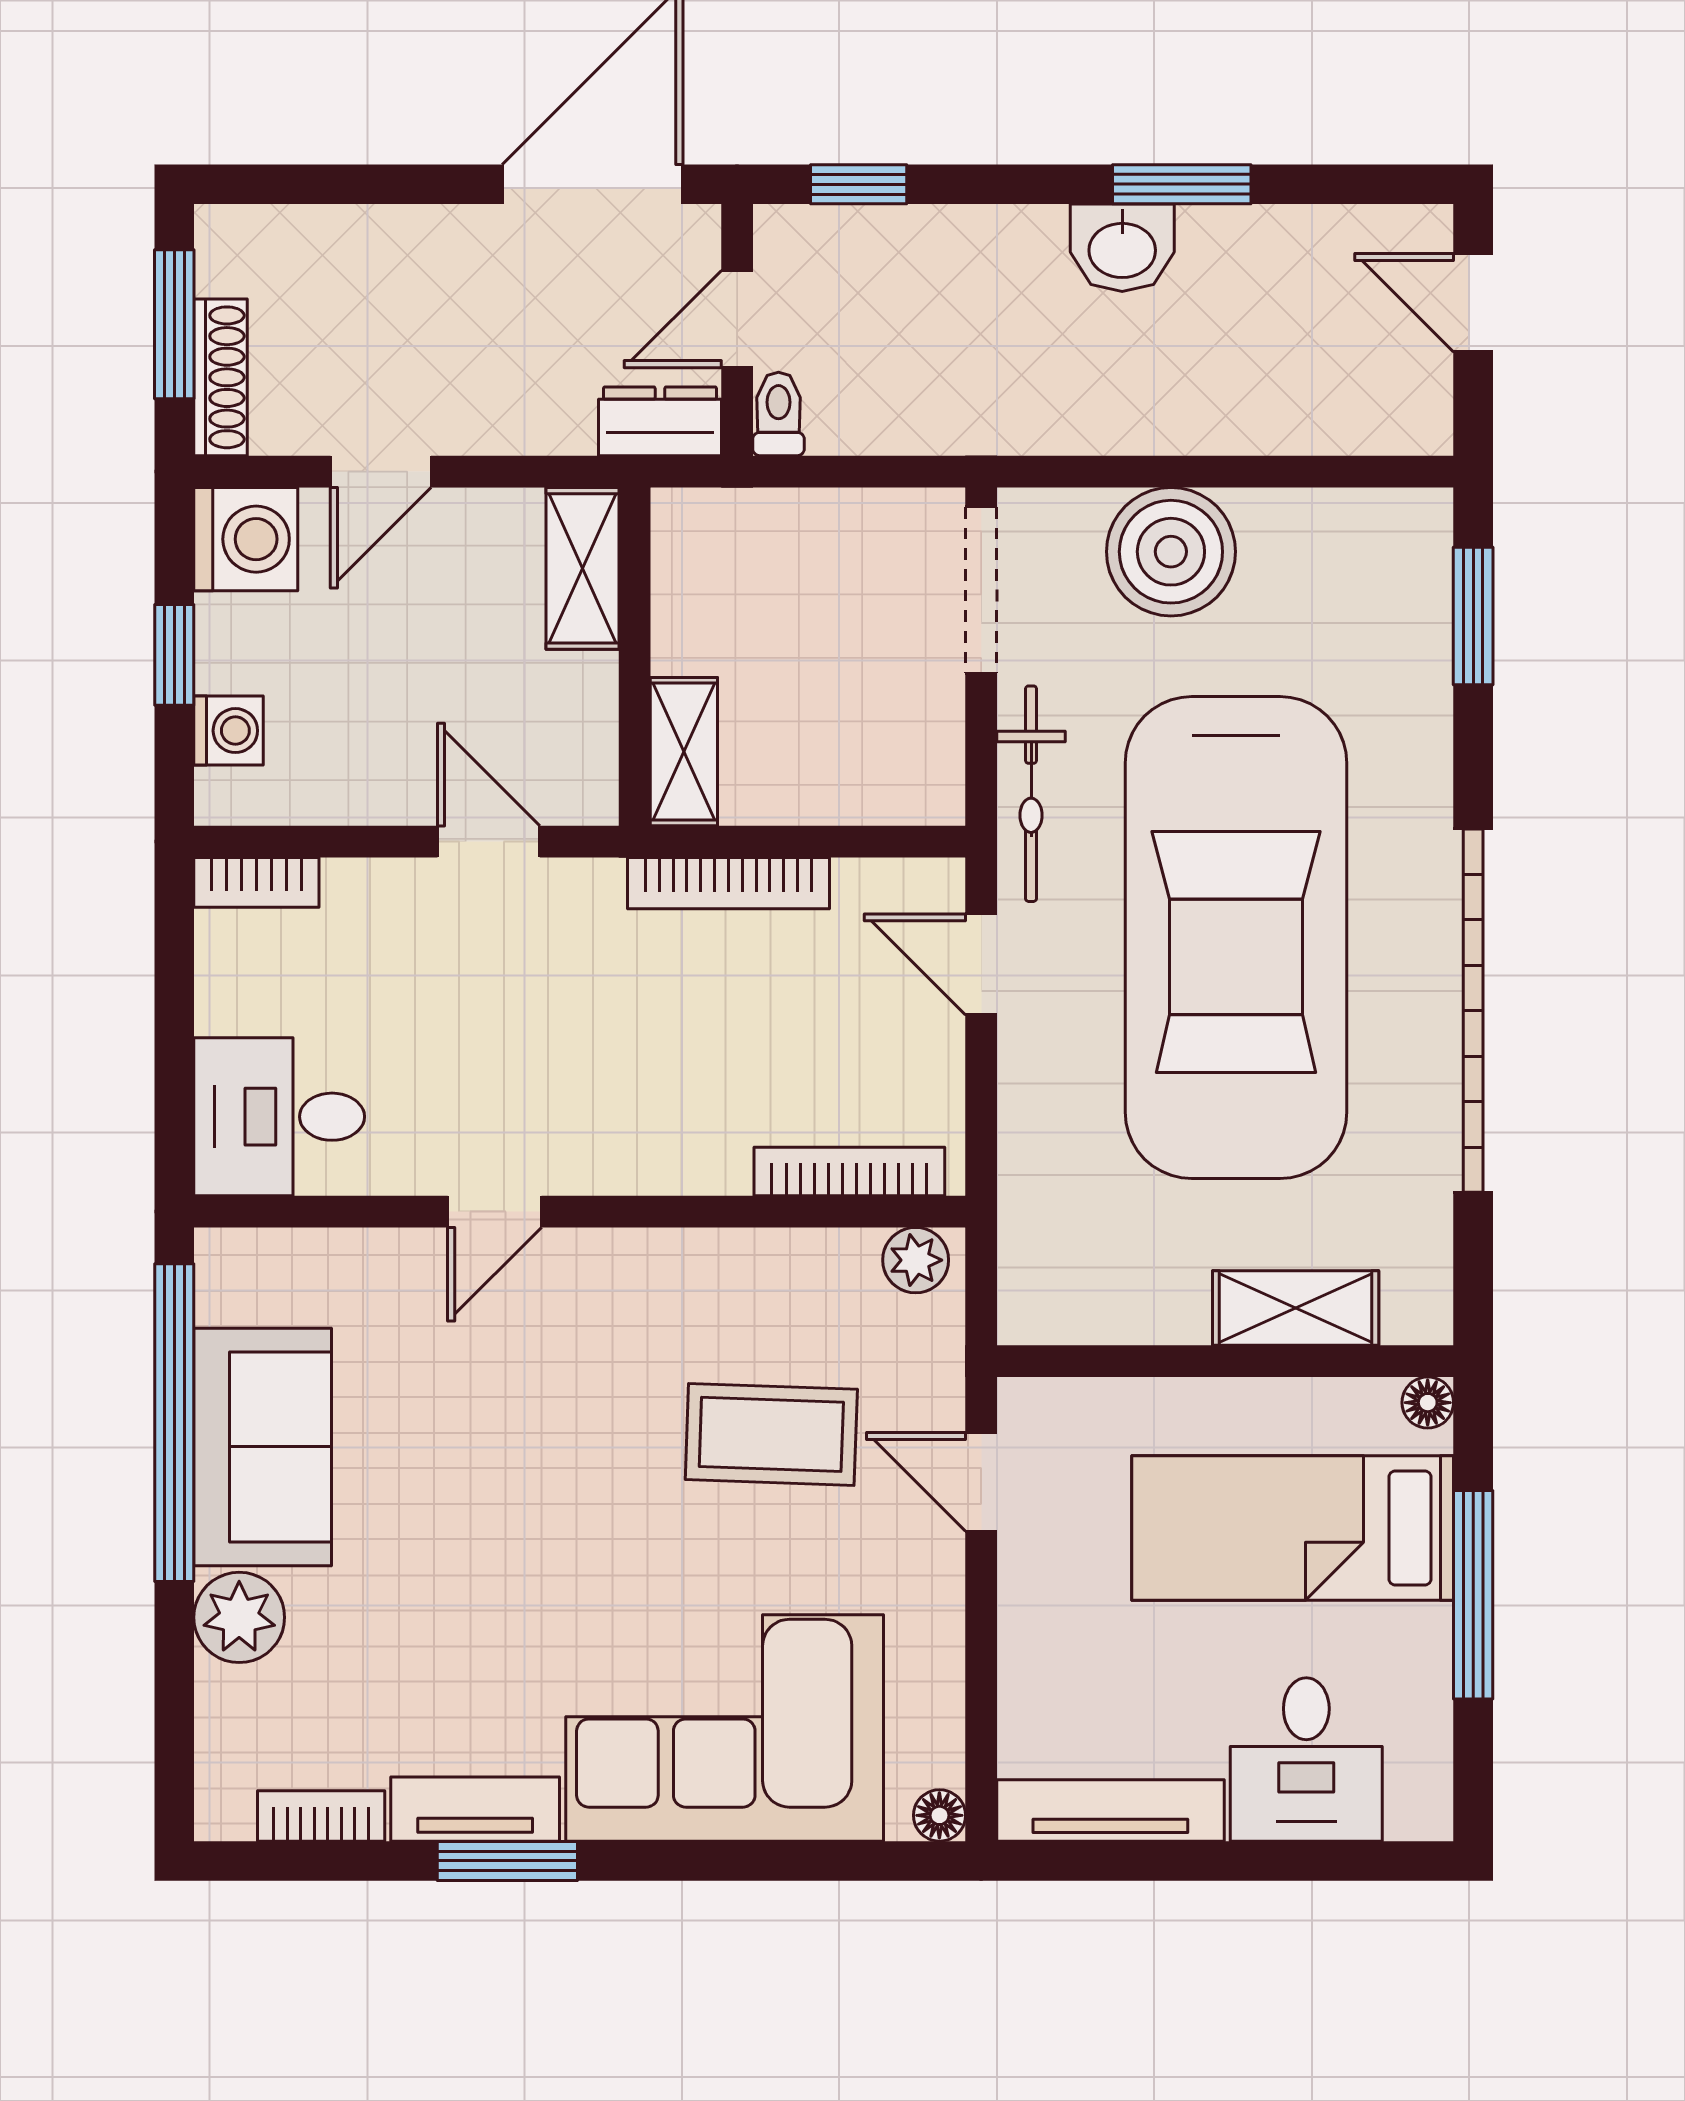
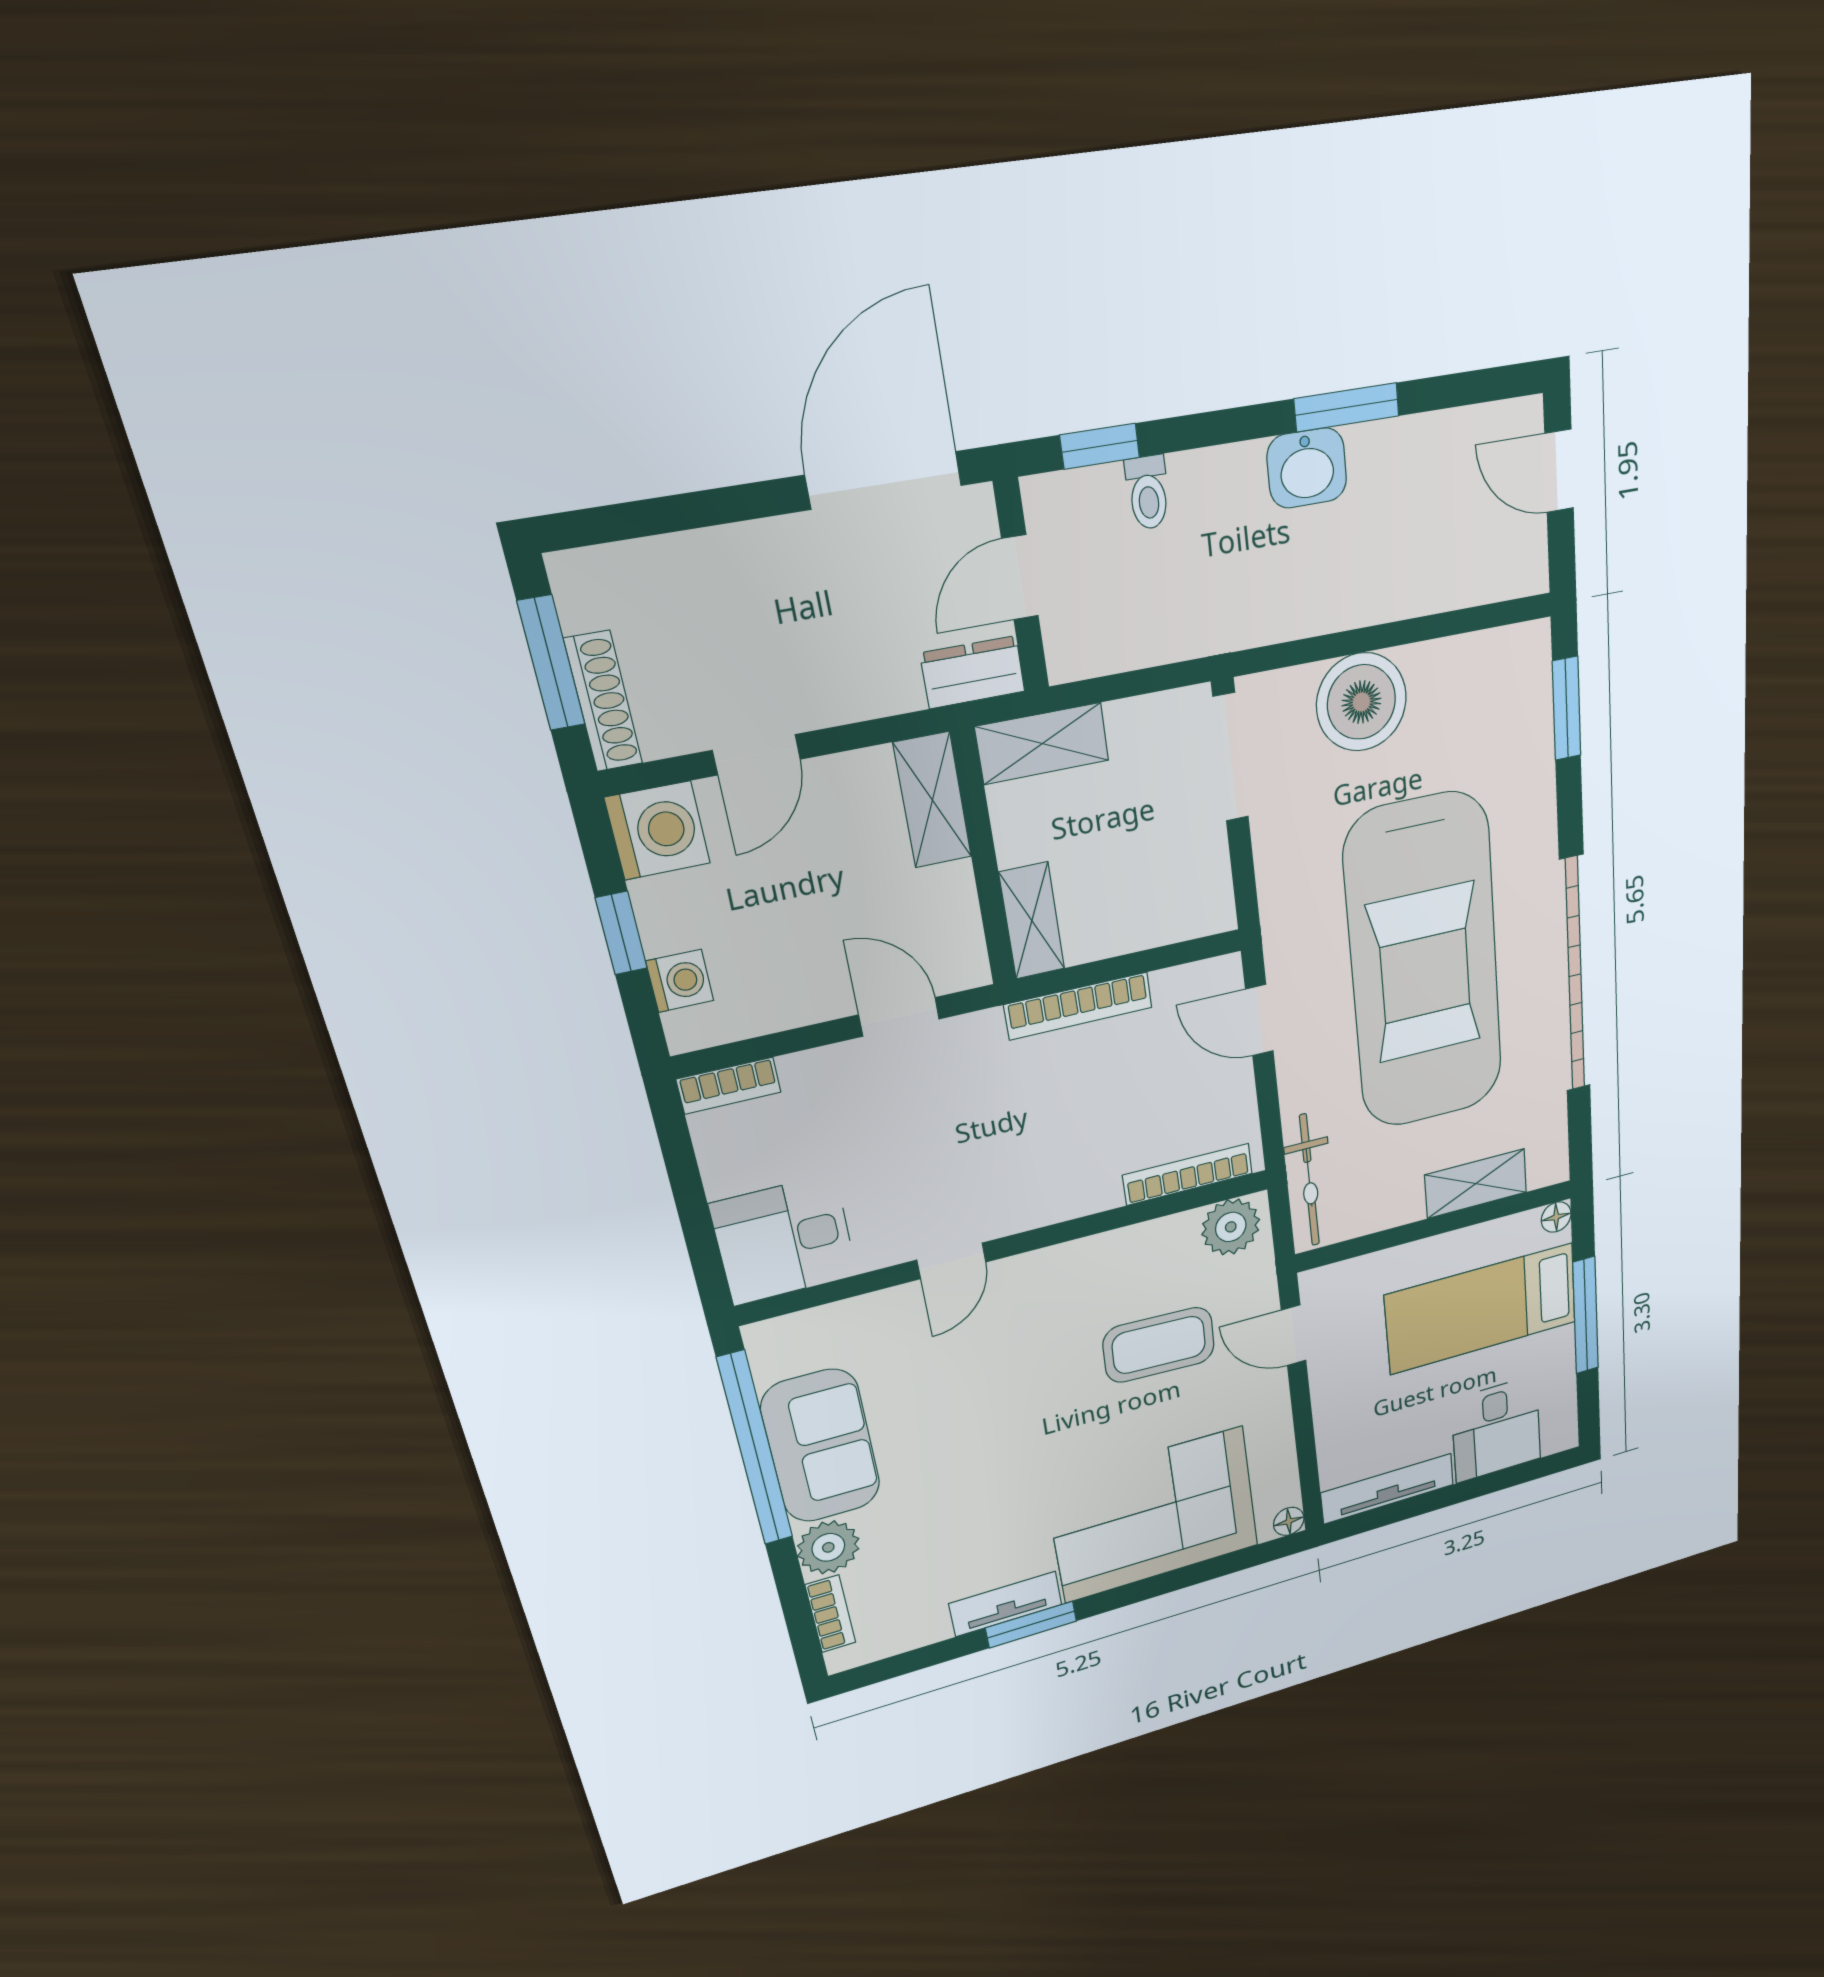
toilet: (778, 414) -> (1148, 493), moved, turned 180
shelving: (733, 525) -> (1042, 744), added
bicycle: (1031, 794) -> (1309, 1180), moved
plant: (916, 1260) -> (1231, 1227), width x1.38, depth x1.38
bookcase: (321, 1816) -> (830, 1614), moved, turned 90

